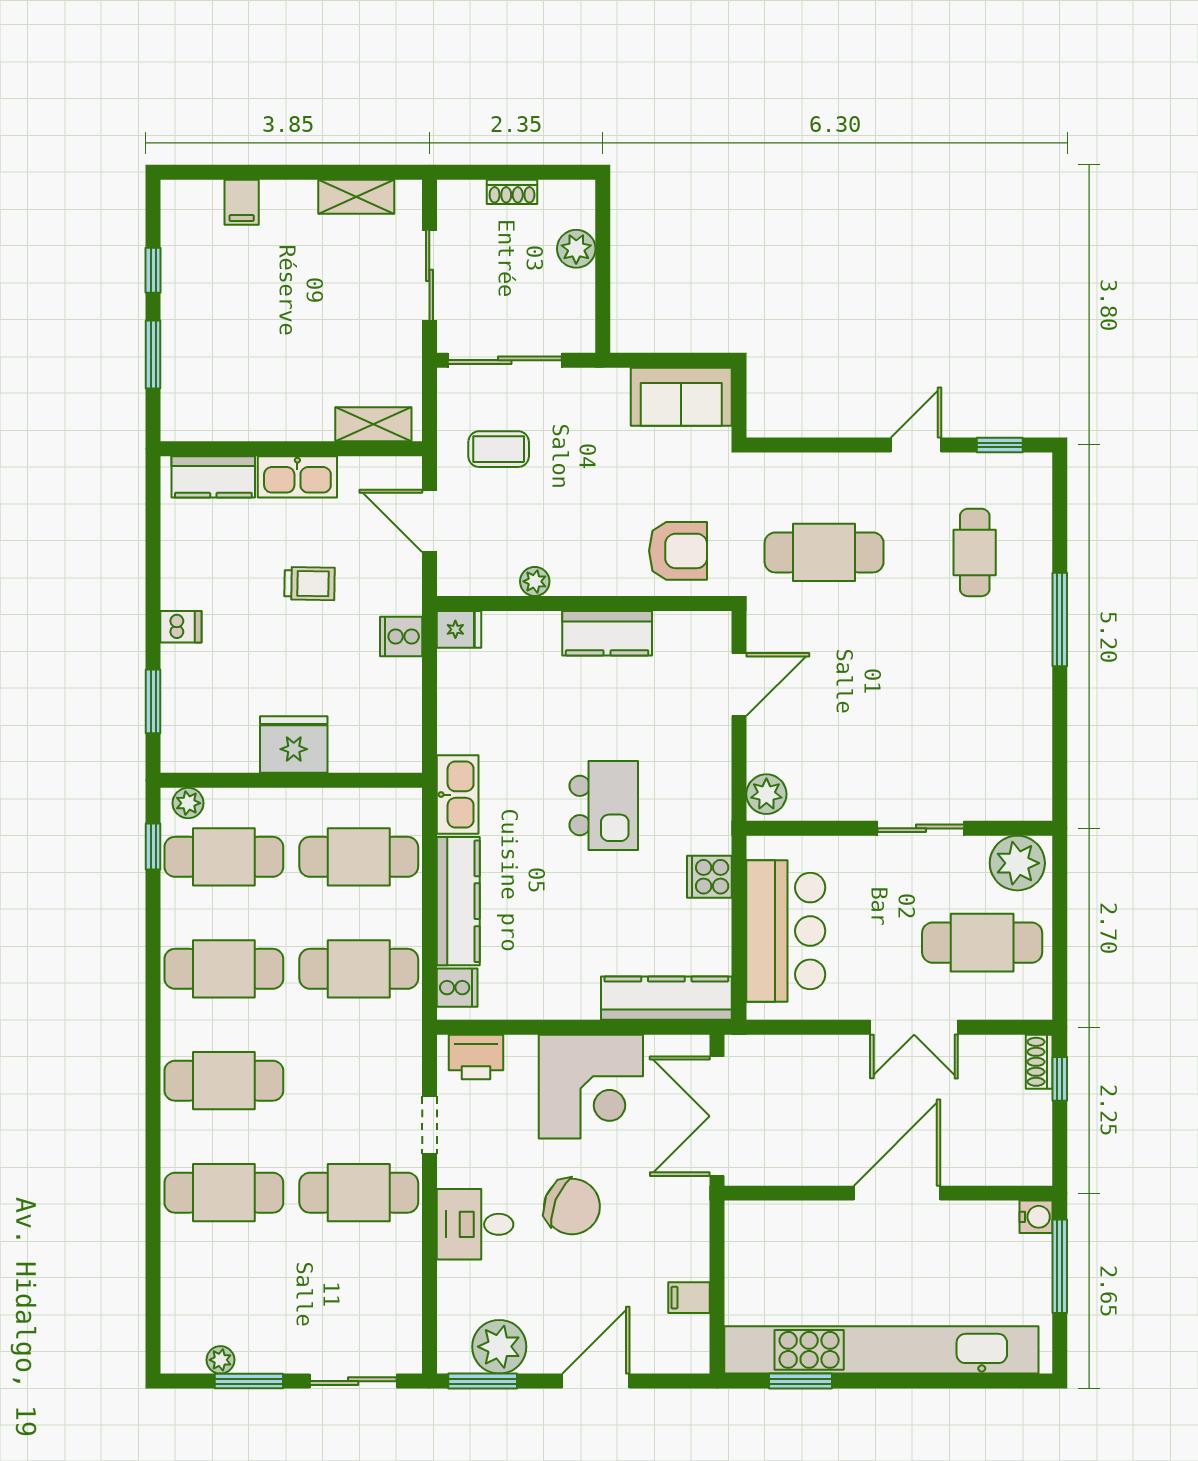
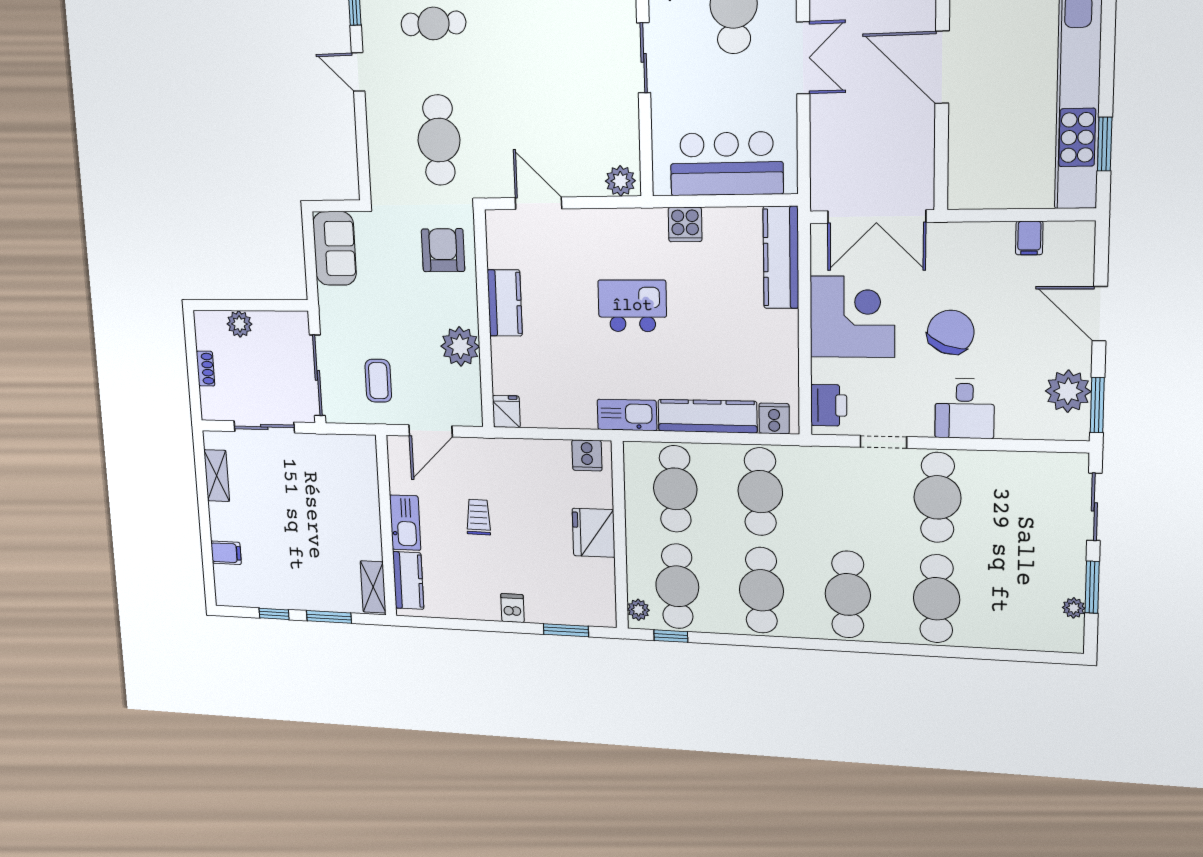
shelving: (373, 424) -> (373, 587), moved
plant: (535, 581) -> (460, 346), width x1.88, depth x1.88
cooker: (401, 636) -> (587, 455), moved

